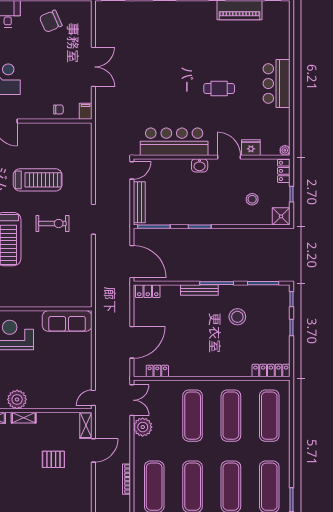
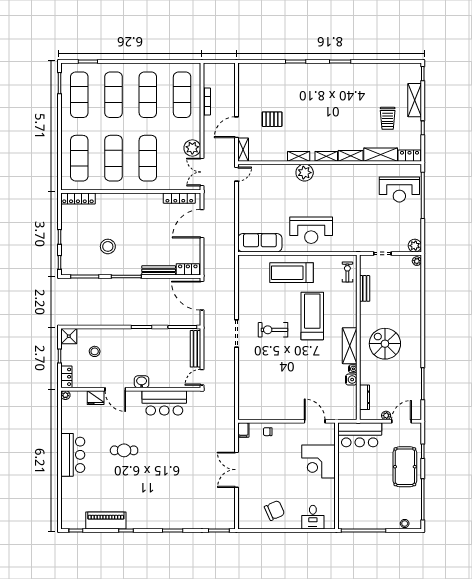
bar counter: (174, 142) -> (164, 403), width x0.73
treadmill: (38, 180) -> (291, 273), moved
bench: (199, 290) -> (159, 270), moved
locker: (157, 371) -> (179, 198), width x1.53

